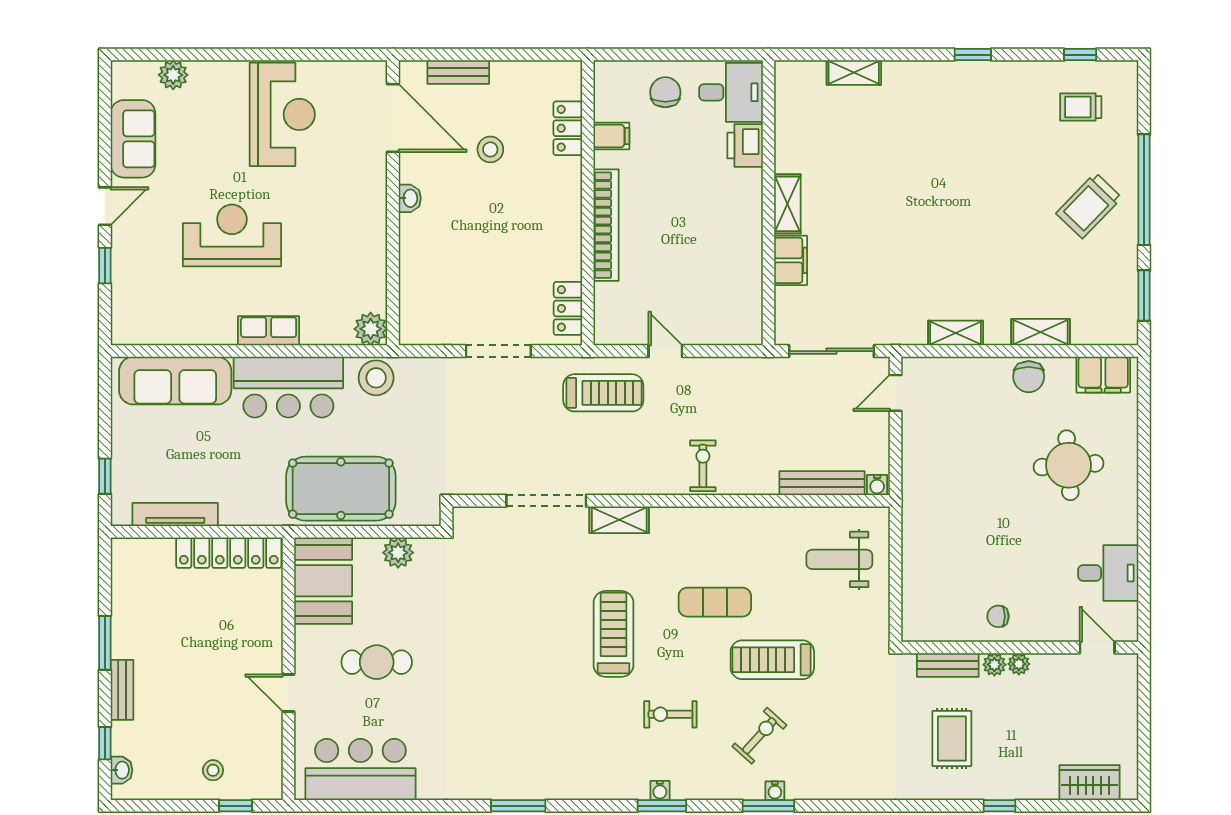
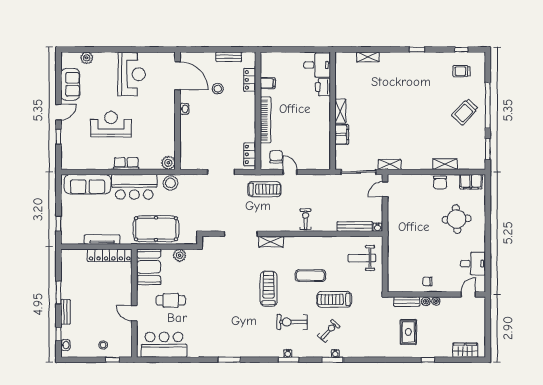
bench: (458, 72) -> (229, 57), moved
chair: (665, 92) -> (276, 157), moved
shelving: (956, 333) -> (390, 164), moved
tv unit: (175, 515) -> (102, 239), moved
door: (1097, 648) -> (468, 294), hinge flipped
exercise bike: (670, 714) -> (292, 322), width x1.38, depth x1.39

